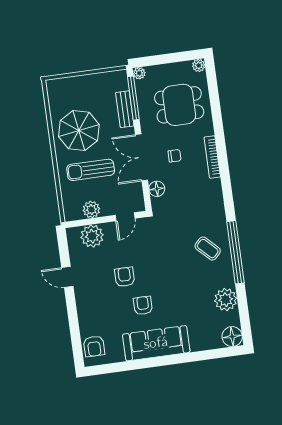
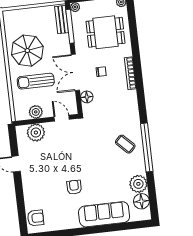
bench: (125, 109) -> (62, 20), moved
door: (125, 217) -> (62, 118), swing flipped
armchair: (125, 277) -> (60, 165), removed
floor lamp: (232, 337) -> (141, 201), moved
sofa: (156, 343) -> (104, 214), moved
armchair: (94, 346) -> (36, 218), turned -90

